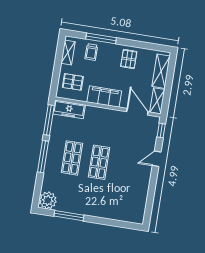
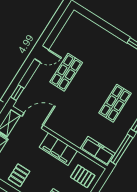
door: (137, 112) -> (33, 121), swing flipped
door: (157, 159) -> (42, 54), moved
shop shelf: (99, 162) -> (66, 72), moved

